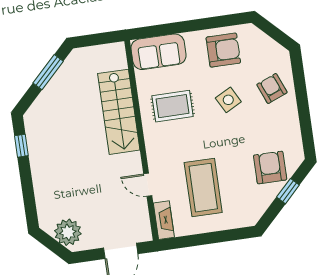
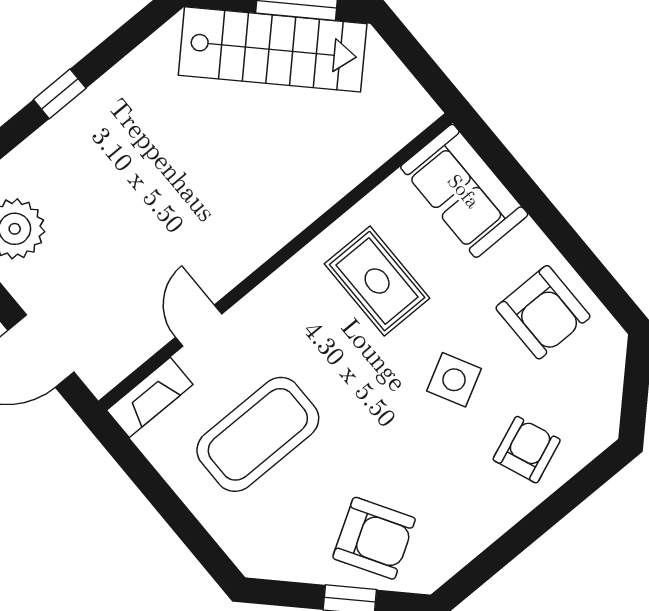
stairs: (119, 112) -> (273, 49), moved, turned -135
window: (21, 146) -> (60, 94), moved
armchair: (270, 167) -> (374, 538), turned 59

